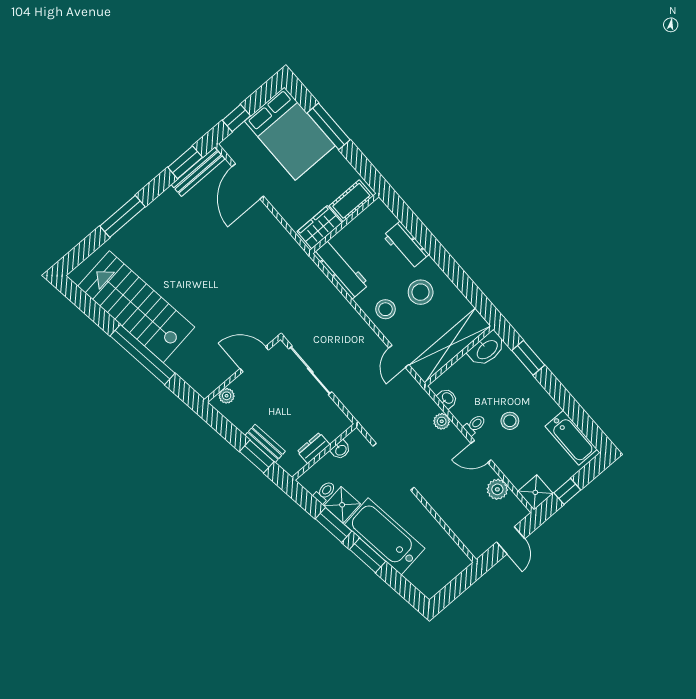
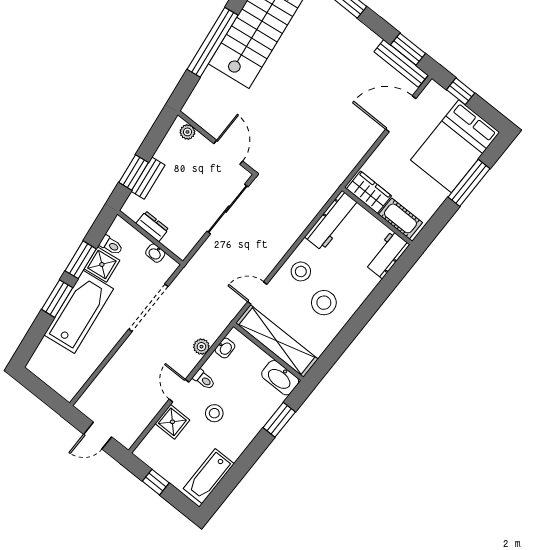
workbench: (406, 245) -> (387, 255), moved
plant: (497, 489) -> (145, 413), removed
shower: (535, 492) -> (172, 422), moved

